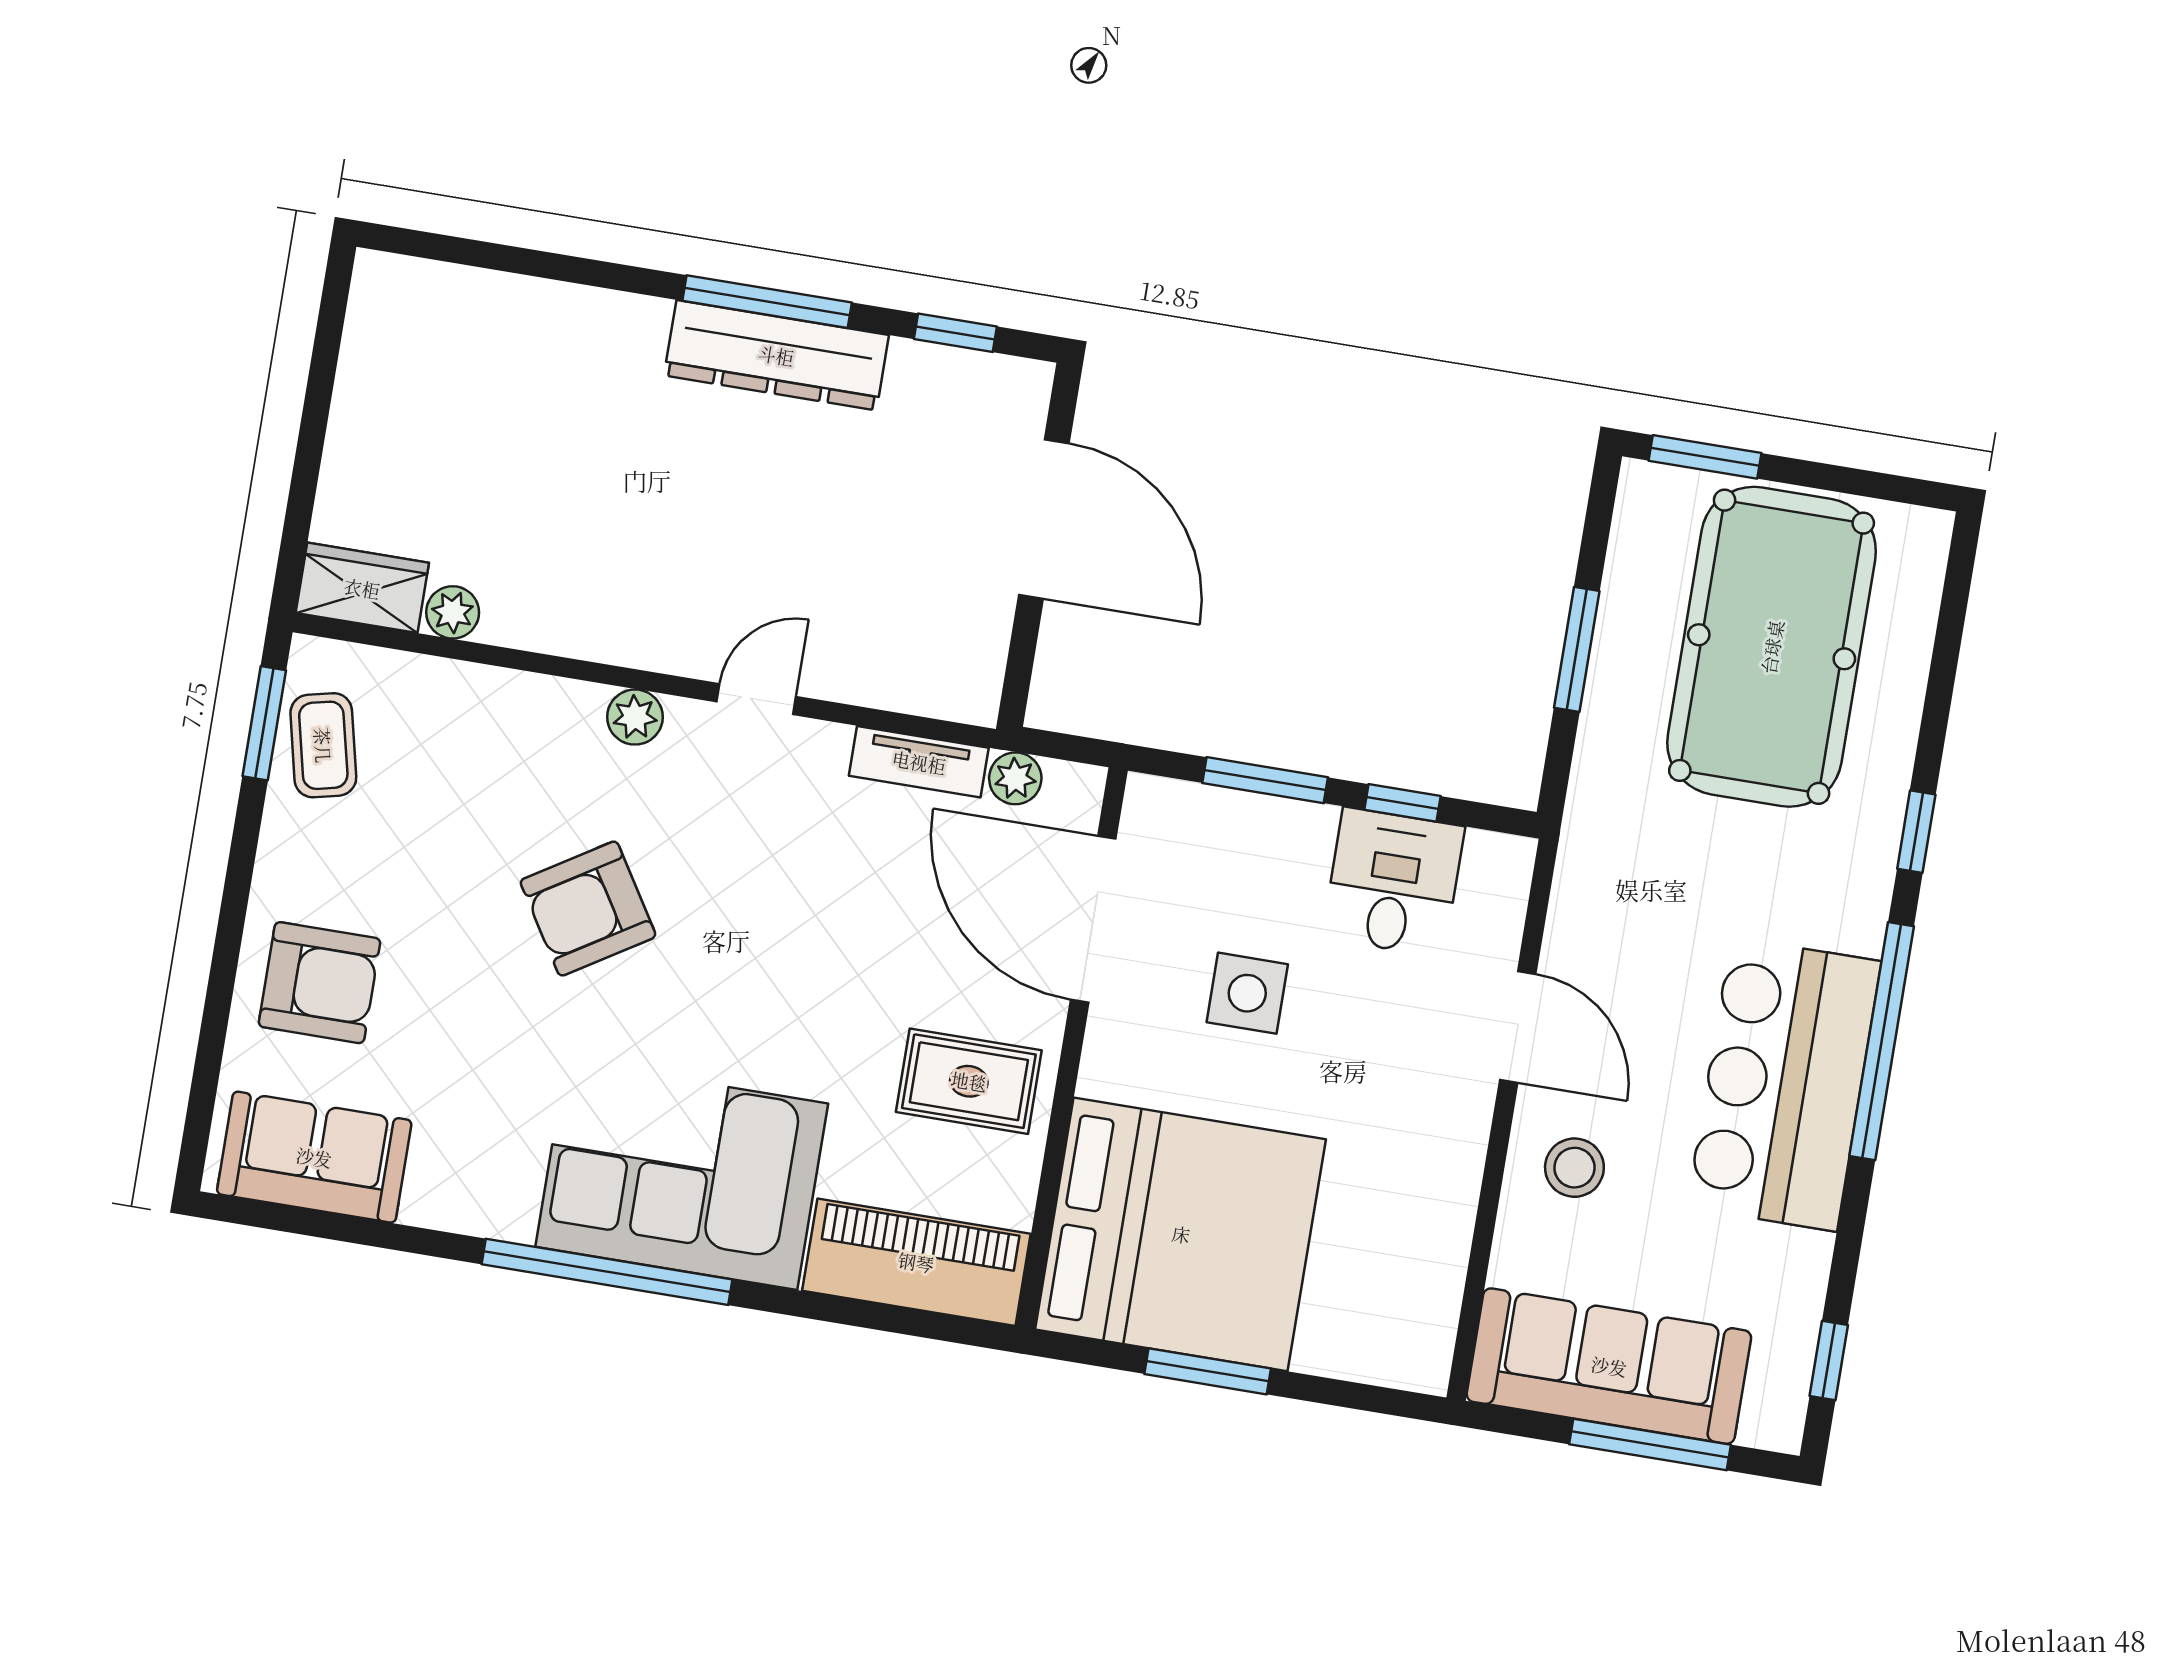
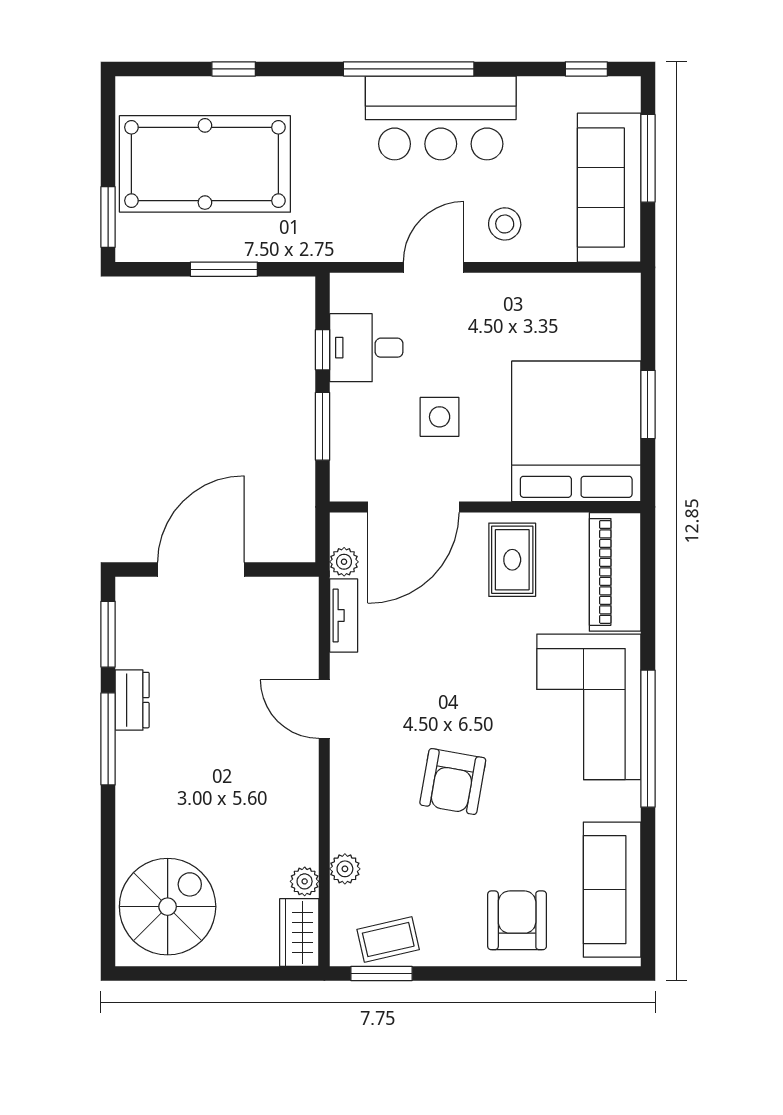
window: (955, 333) -> (108, 634), width x1.50
dresser: (776, 355) -> (132, 700), width x0.51, depth x0.80
spiral stairs: (448, 359) -> (168, 907), added
door: (756, 699) -> (324, 709), width x1.37
plant: (635, 717) -> (345, 869), moved
window: (1916, 832) -> (234, 69), moved
armchair: (588, 909) -> (453, 782), turned 42
sofa: (314, 1157) -> (612, 890), width x1.36

